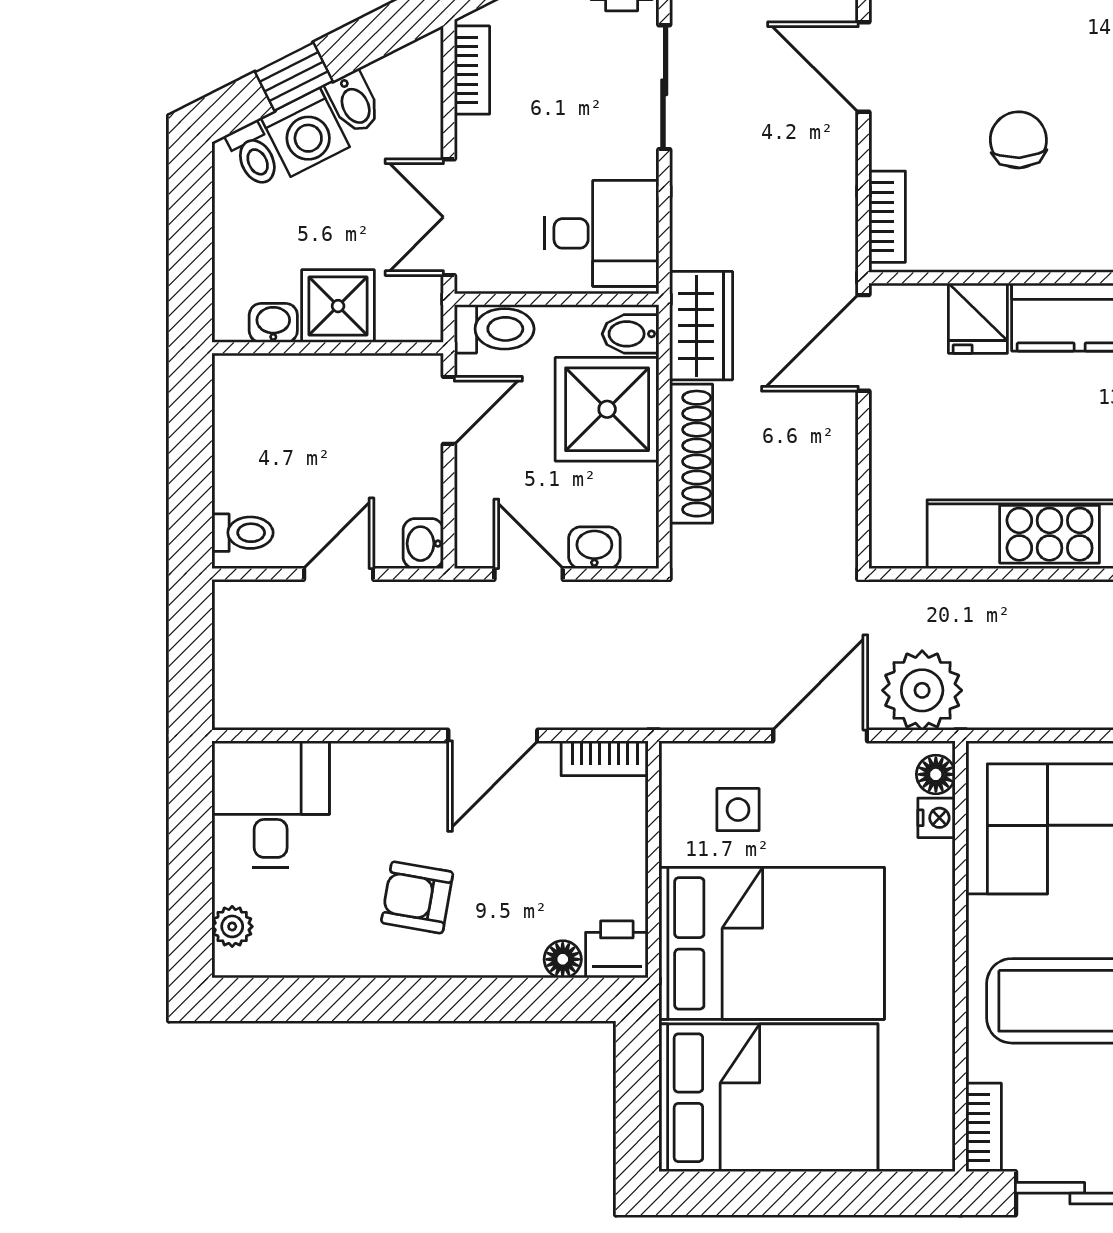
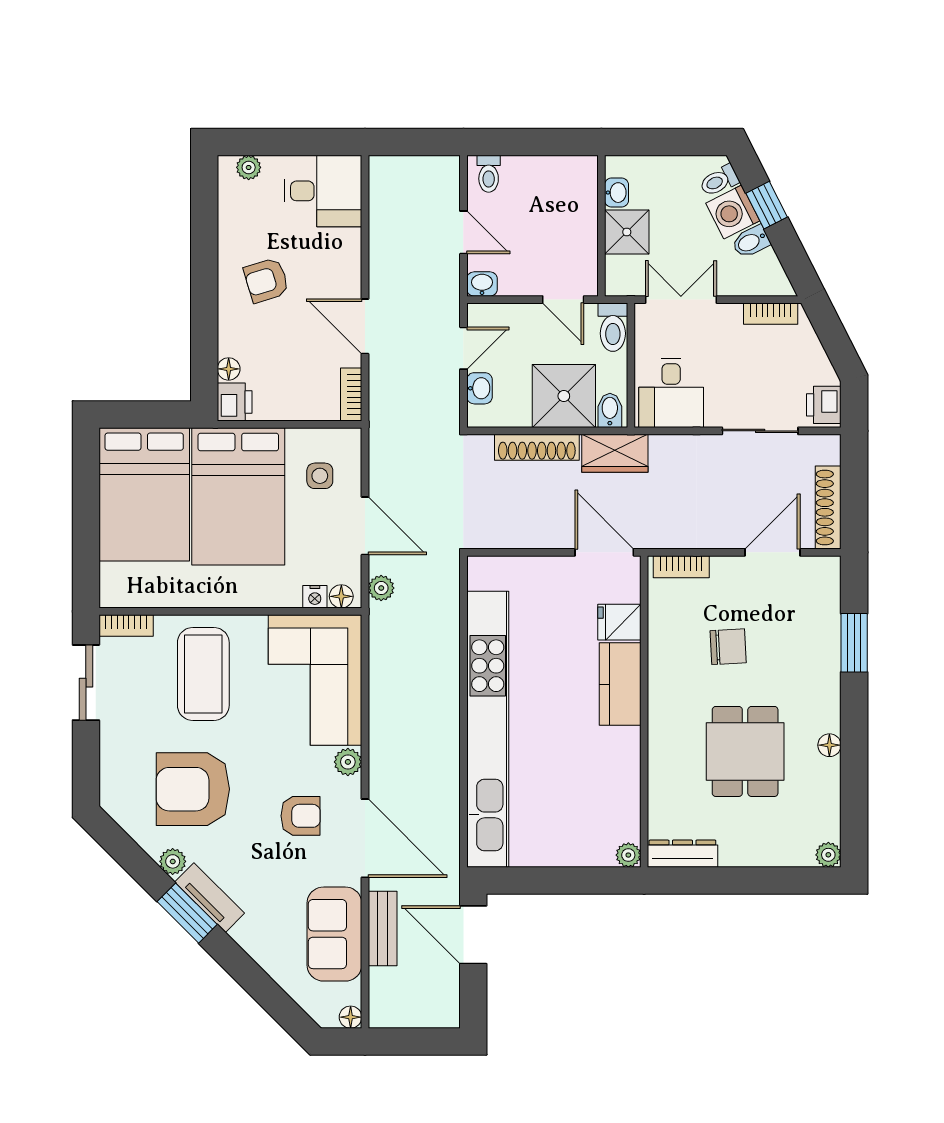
plant: (922, 690) -> (381, 588), width x0.53, depth x0.53
armchair: (417, 897) -> (266, 280), turned -117

